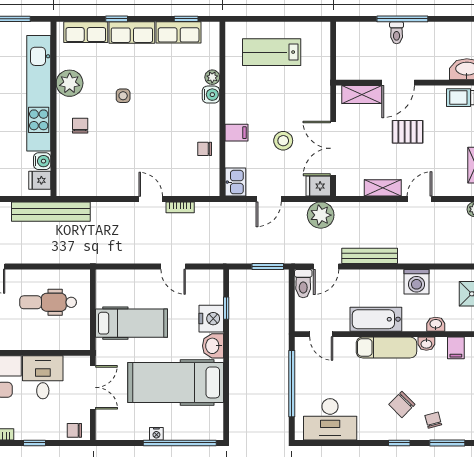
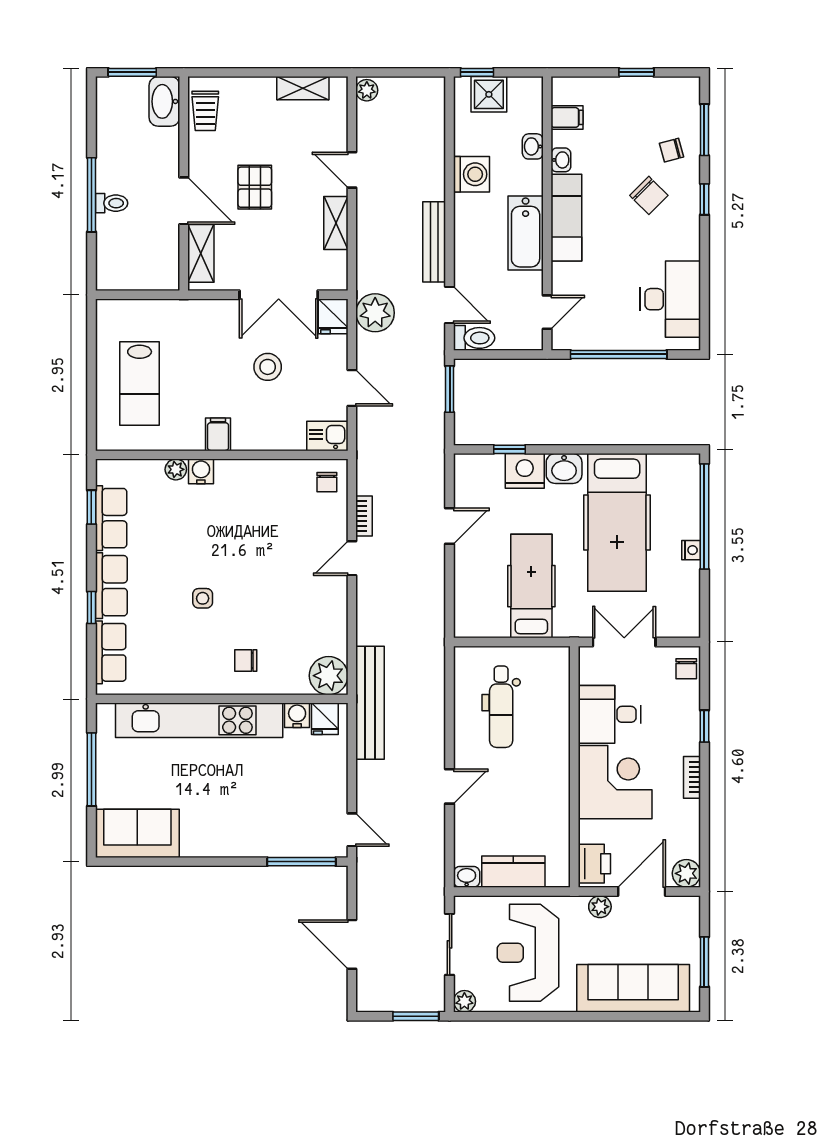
plant: (70, 83) -> (329, 676), moved
filing cabinet: (237, 133) -> (218, 434), moved
chair: (205, 149) -> (327, 482), moved

